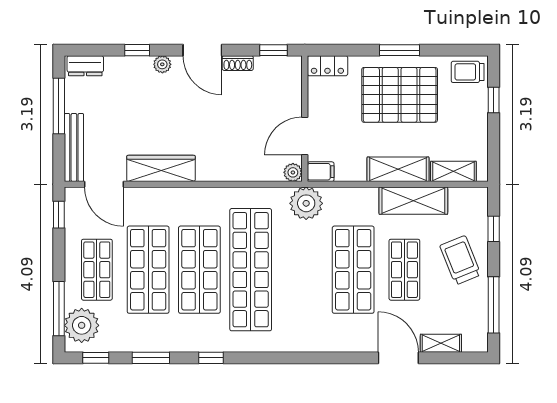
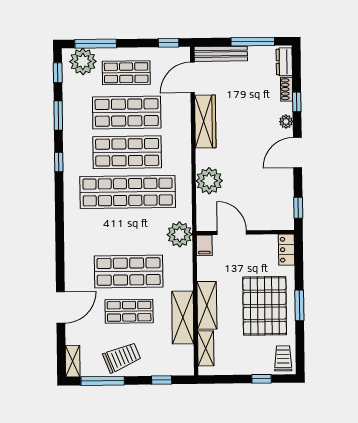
shoe rack: (238, 63) -> (287, 89), moved
plant: (293, 172) -> (209, 181), moved, width x1.88, depth x1.88
trolley: (460, 260) -> (122, 357), moved
shelving: (441, 343) -> (73, 361), moved

